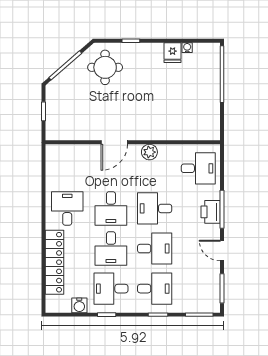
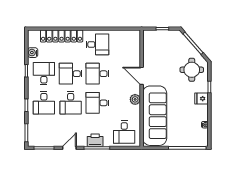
fridge: (173, 53) -> (202, 99), moved
sofa: (174, 123) -> (155, 116), added
desk: (155, 208) -> (97, 103), turned -90

